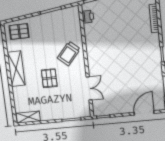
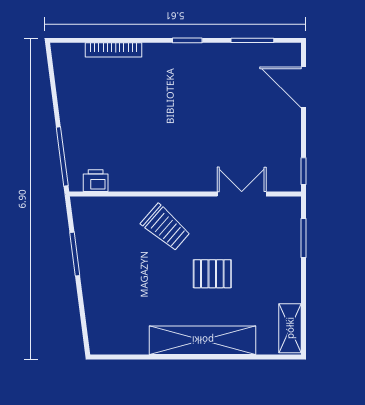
pallet: (19, 32) -> (110, 324), removed
shelving: (16, 69) -> (203, 340), width x1.47

